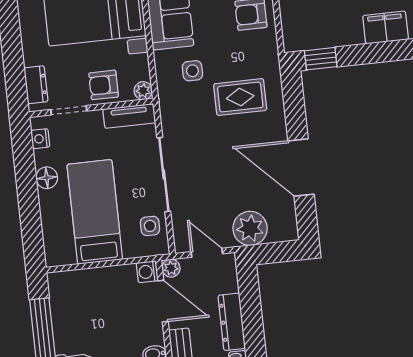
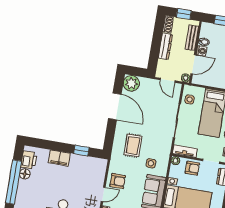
window: (321, 59) -> (81, 150), moved
rug: (240, 97) -> (133, 145), turned 90
plant: (250, 228) -> (131, 83), moved
washing machine: (147, 272) -> (201, 51), moved
door: (163, 301) -> (193, 64), swing flipped

